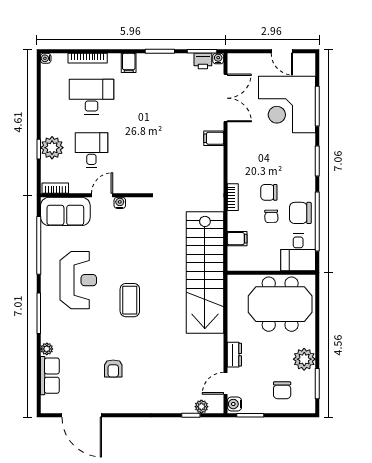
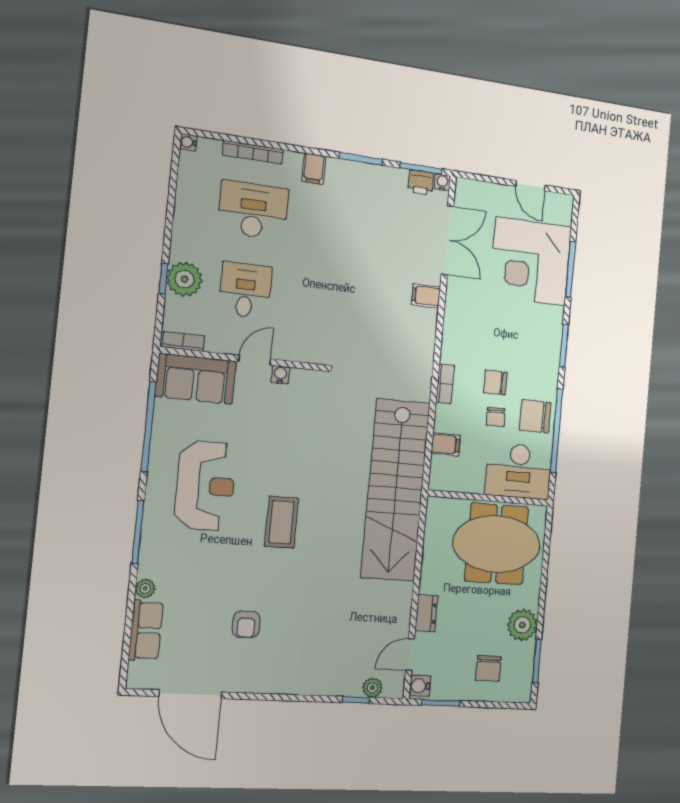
desk: (298, 252) -> (519, 471), width x1.37

